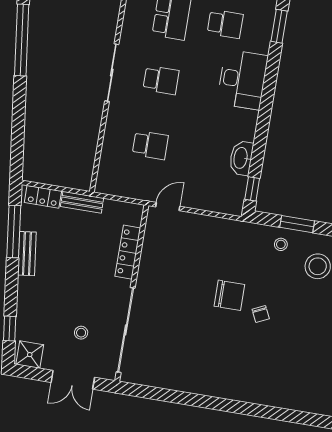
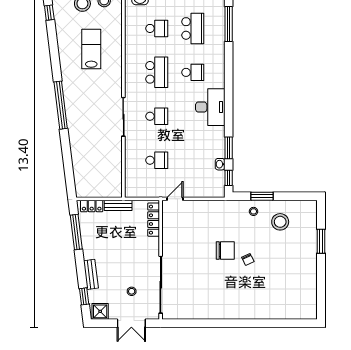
window: (279, 26) -> (229, 148), moved
washbasin: (241, 158) -> (220, 164), width x0.52, depth x0.69
locker: (128, 252) -> (154, 220), moved
bench: (27, 254) -> (91, 274), moved

